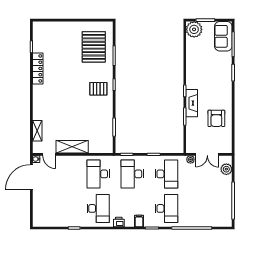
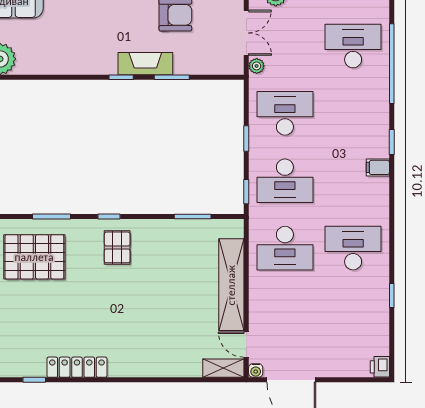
shelving: (37, 131) -> (223, 368), moved
shelving: (72, 147) -> (231, 285), width x1.47
door: (49, 154) -> (246, 345), swing flipped
desk: (166, 208) -> (353, 46), moved
printer: (119, 222) -> (380, 367), moved

